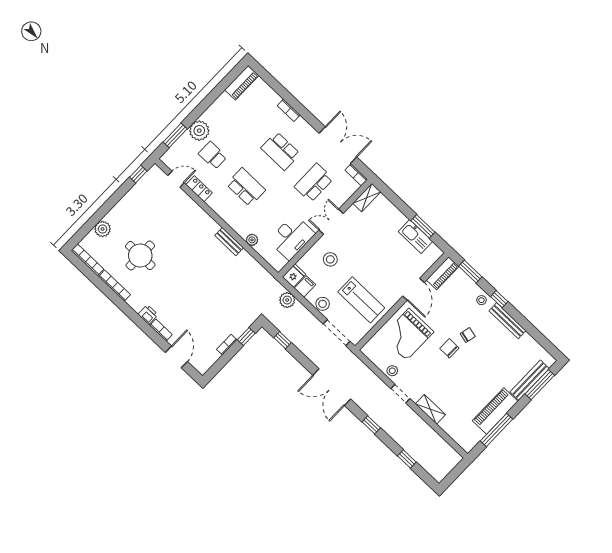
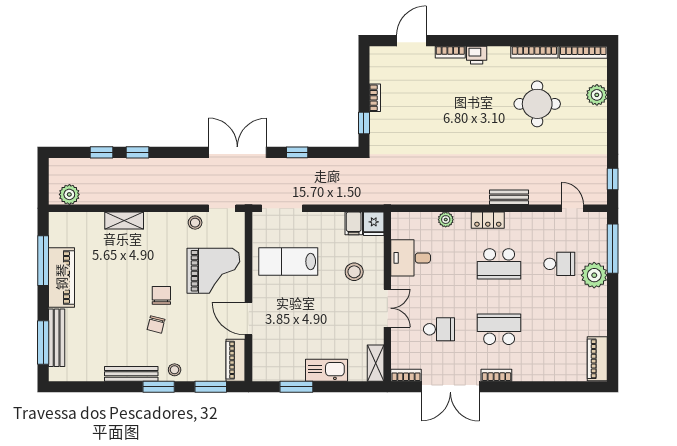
bookcase: (289, 110) -> (496, 375), moved
window: (175, 135) -> (613, 249), width x1.44
door: (176, 179) -> (572, 208), swing flipped
school desk: (314, 183) -> (439, 329), width x0.54
locker: (199, 189) -> (488, 220), moved
desk: (292, 237) -> (411, 258), width x0.73
kitchen sink: (415, 237) -> (327, 370), moved
bench: (229, 242) -> (509, 197), moved
window: (499, 299) -> (159, 387), width x1.50
plant: (287, 300) -> (69, 194), moved
stool: (323, 304) -> (321, 223), removed
grand piano: (408, 334) -> (213, 271), turned 90
window: (283, 340) -> (297, 152), moved
chair: (449, 348) -> (161, 295), turned -91
door: (176, 357) -> (411, 41), swing flipped
doorway: (400, 394) -> (222, 208), moved
window: (371, 425) -> (138, 152), moved

